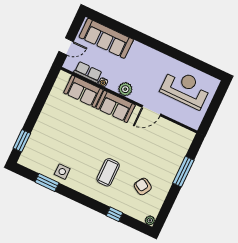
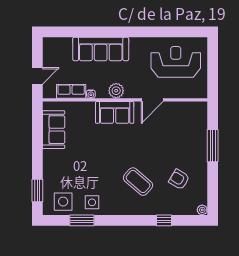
sofa: (106, 38) -> (101, 49), moved
sofa: (83, 91) -> (54, 130), moved, turned -90
side table: (39, 160) -> (63, 202), added
coffee table: (108, 172) -> (138, 182), turned -49

